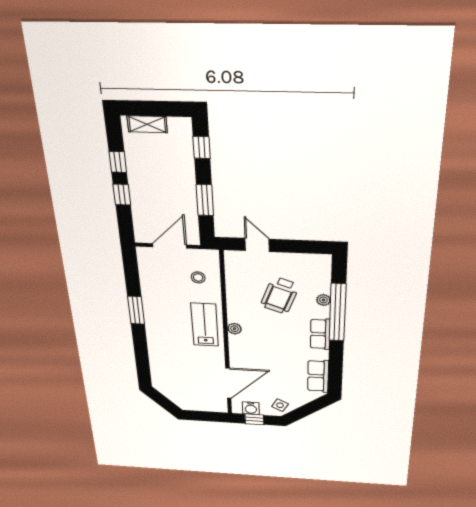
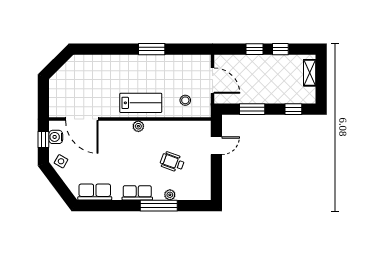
wheelchair: (280, 295) -> (172, 162), width x0.73, depth x0.73
window: (338, 313) -> (159, 206), width x0.68

